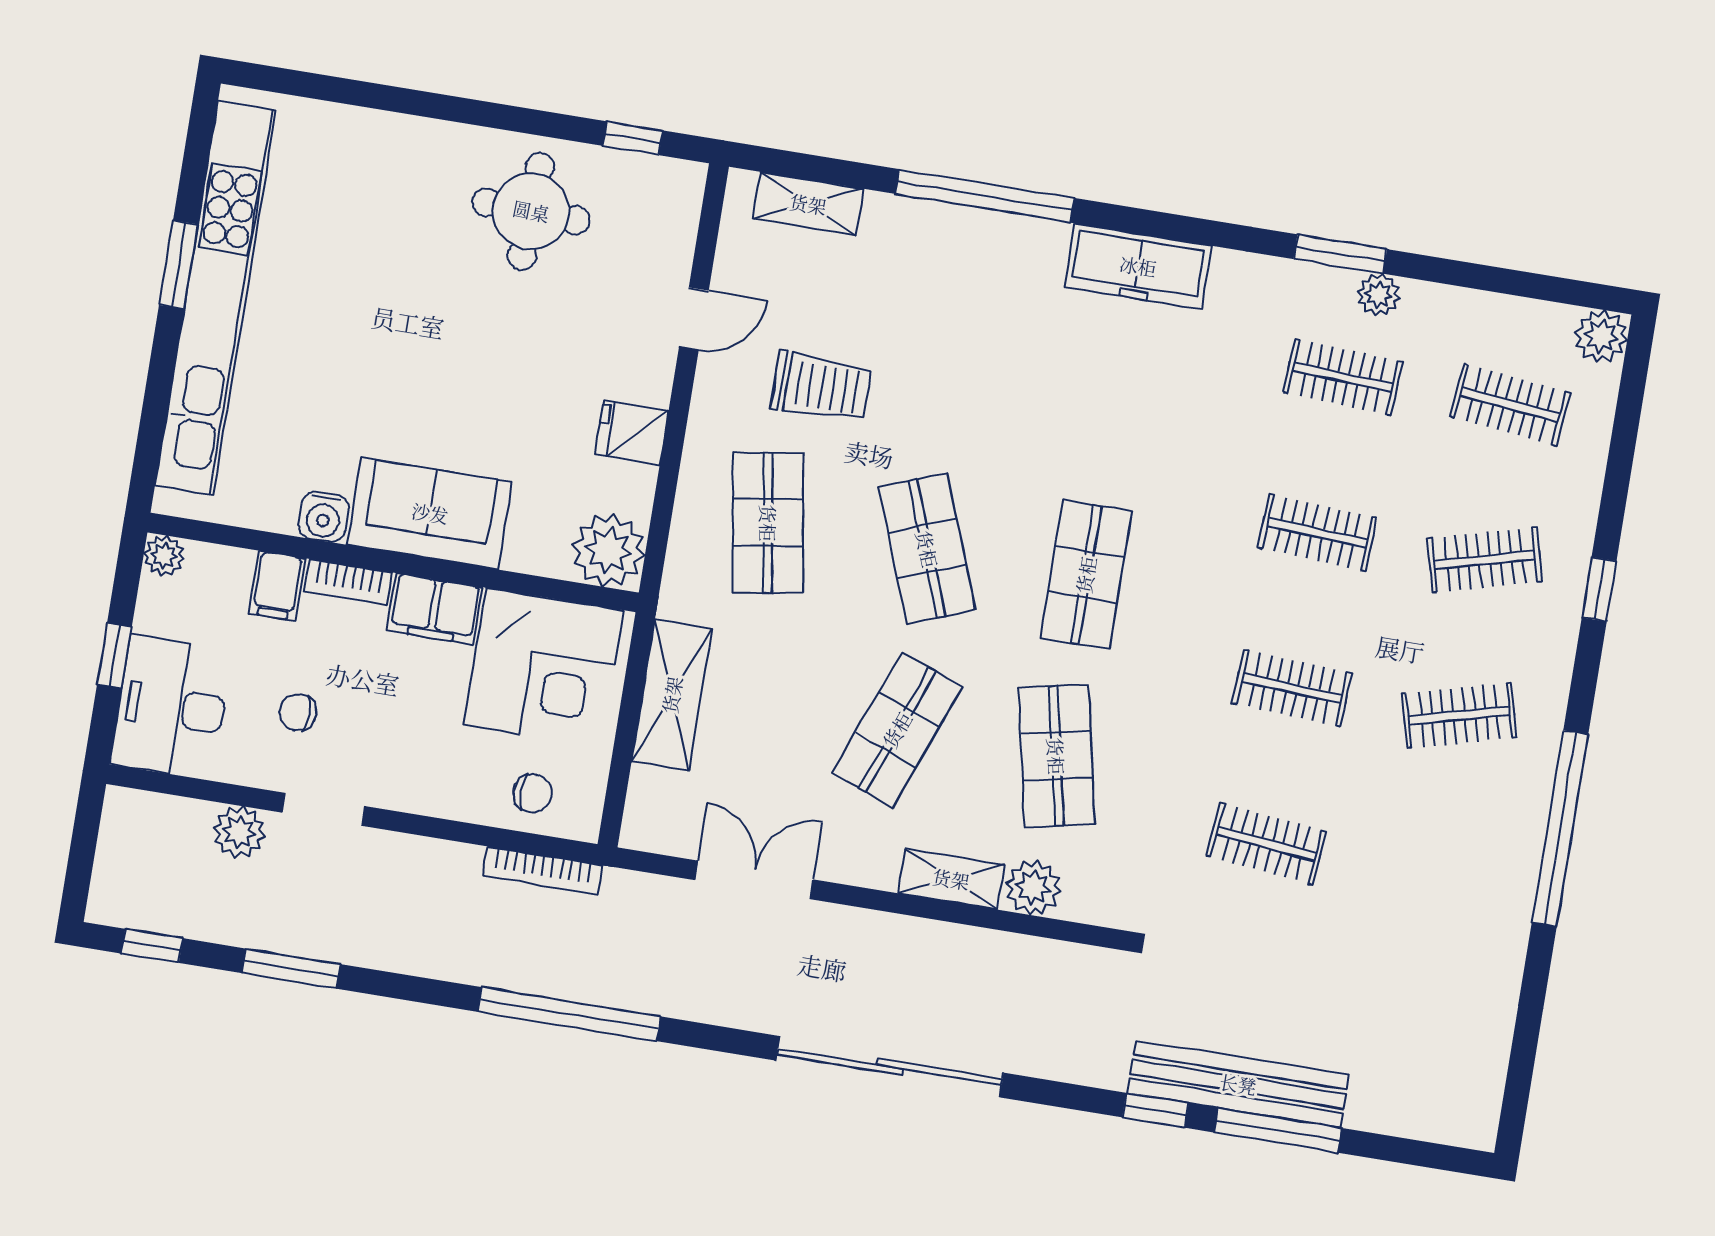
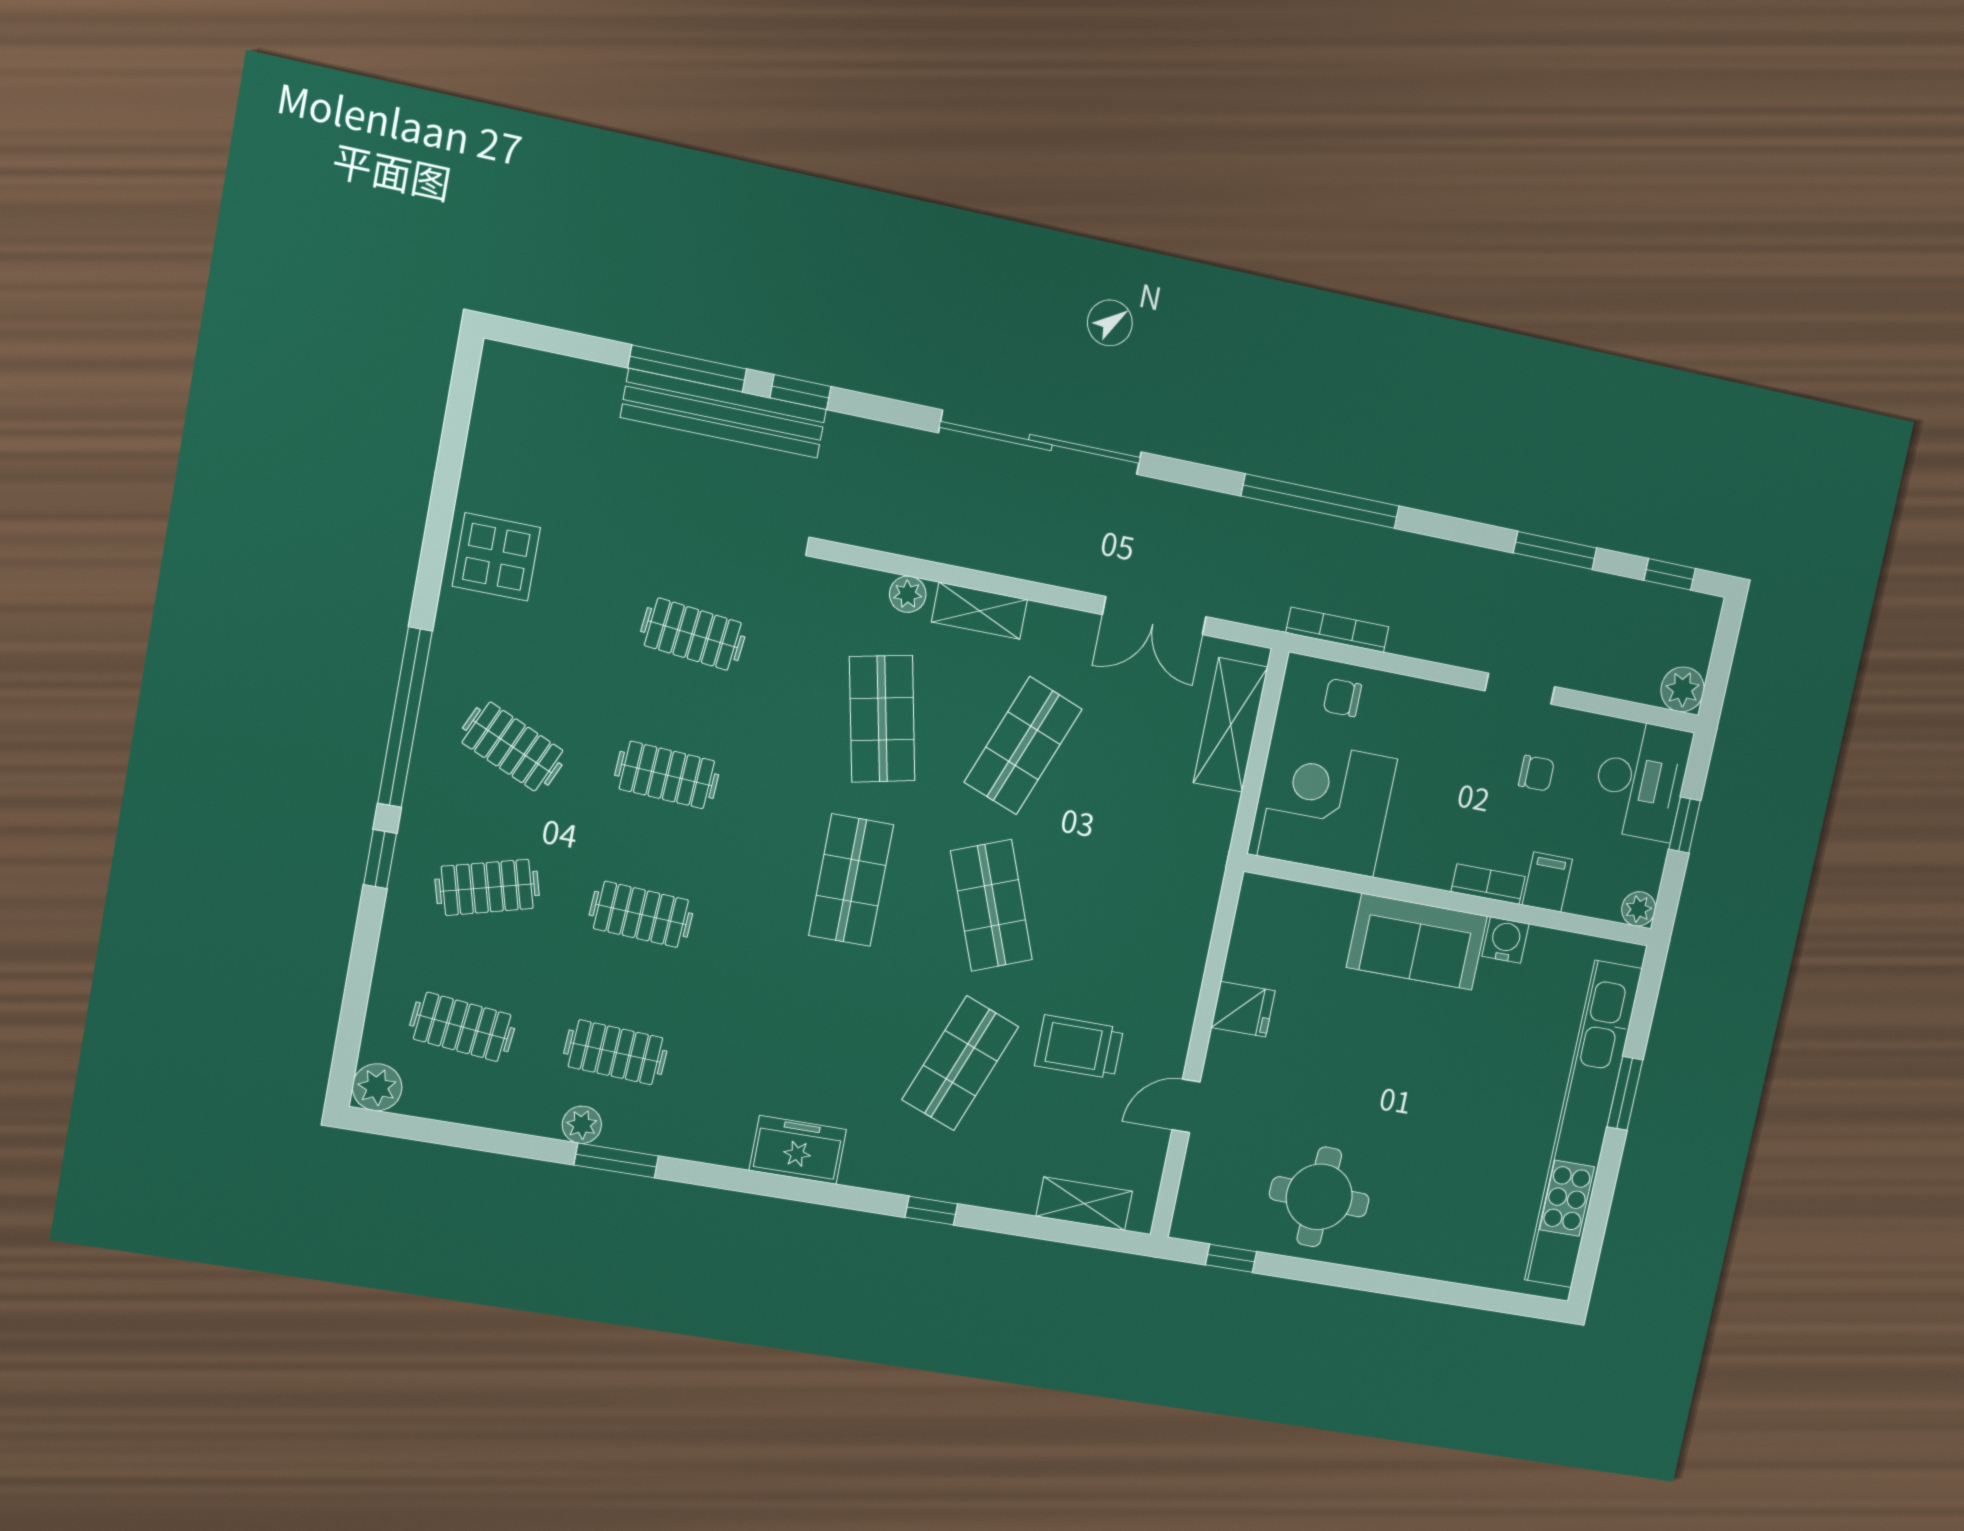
window: (985, 196) -> (931, 1211), width x0.32
window: (178, 265) -> (1625, 1093), moved
freezer: (1138, 266) -> (798, 1150), width x0.71
shop shelf: (768, 523) -> (960, 1063), moved, turned 30
plant: (608, 550) -> (1267, 908), removed
filing cabinet: (435, 609) -> (1417, 860), removed
shelving: (672, 695) -> (1230, 725), moved
clothes rail: (1459, 716) -> (512, 747), turned 39
window: (1560, 828) -> (405, 717), moved
plant: (239, 832) -> (1683, 689), moved
plant: (1033, 887) -> (908, 594), width x0.73, depth x0.73
display table: (1478, 921) -> (496, 557), added

